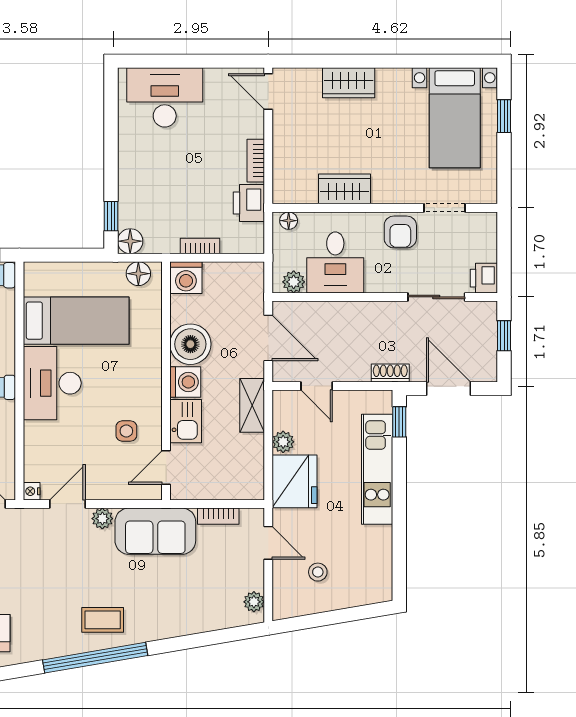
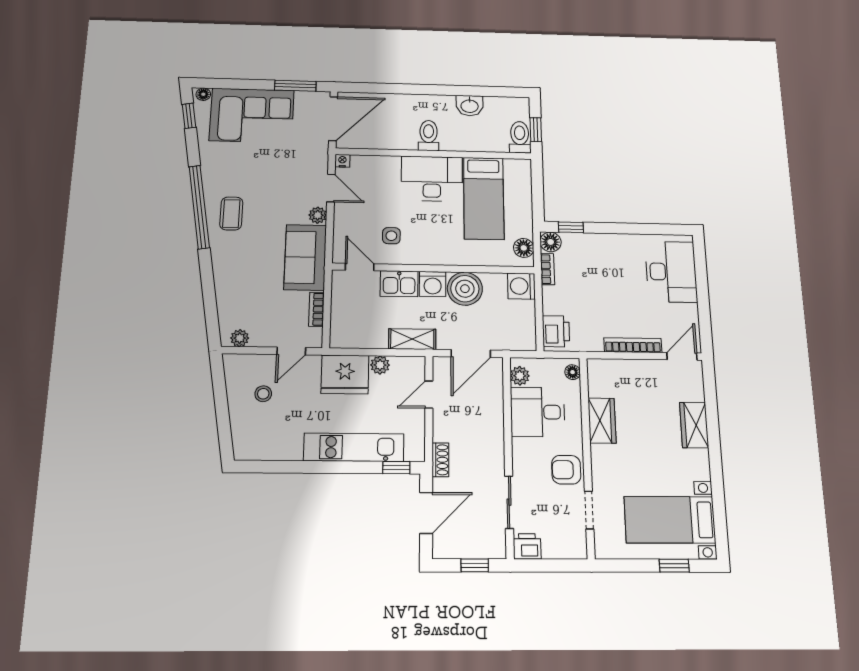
bookcase: (256, 161) -> (633, 345), width x1.56
printer: (249, 203) -> (556, 331), moved, turned 90
bookcase: (200, 246) -> (547, 269), moved

